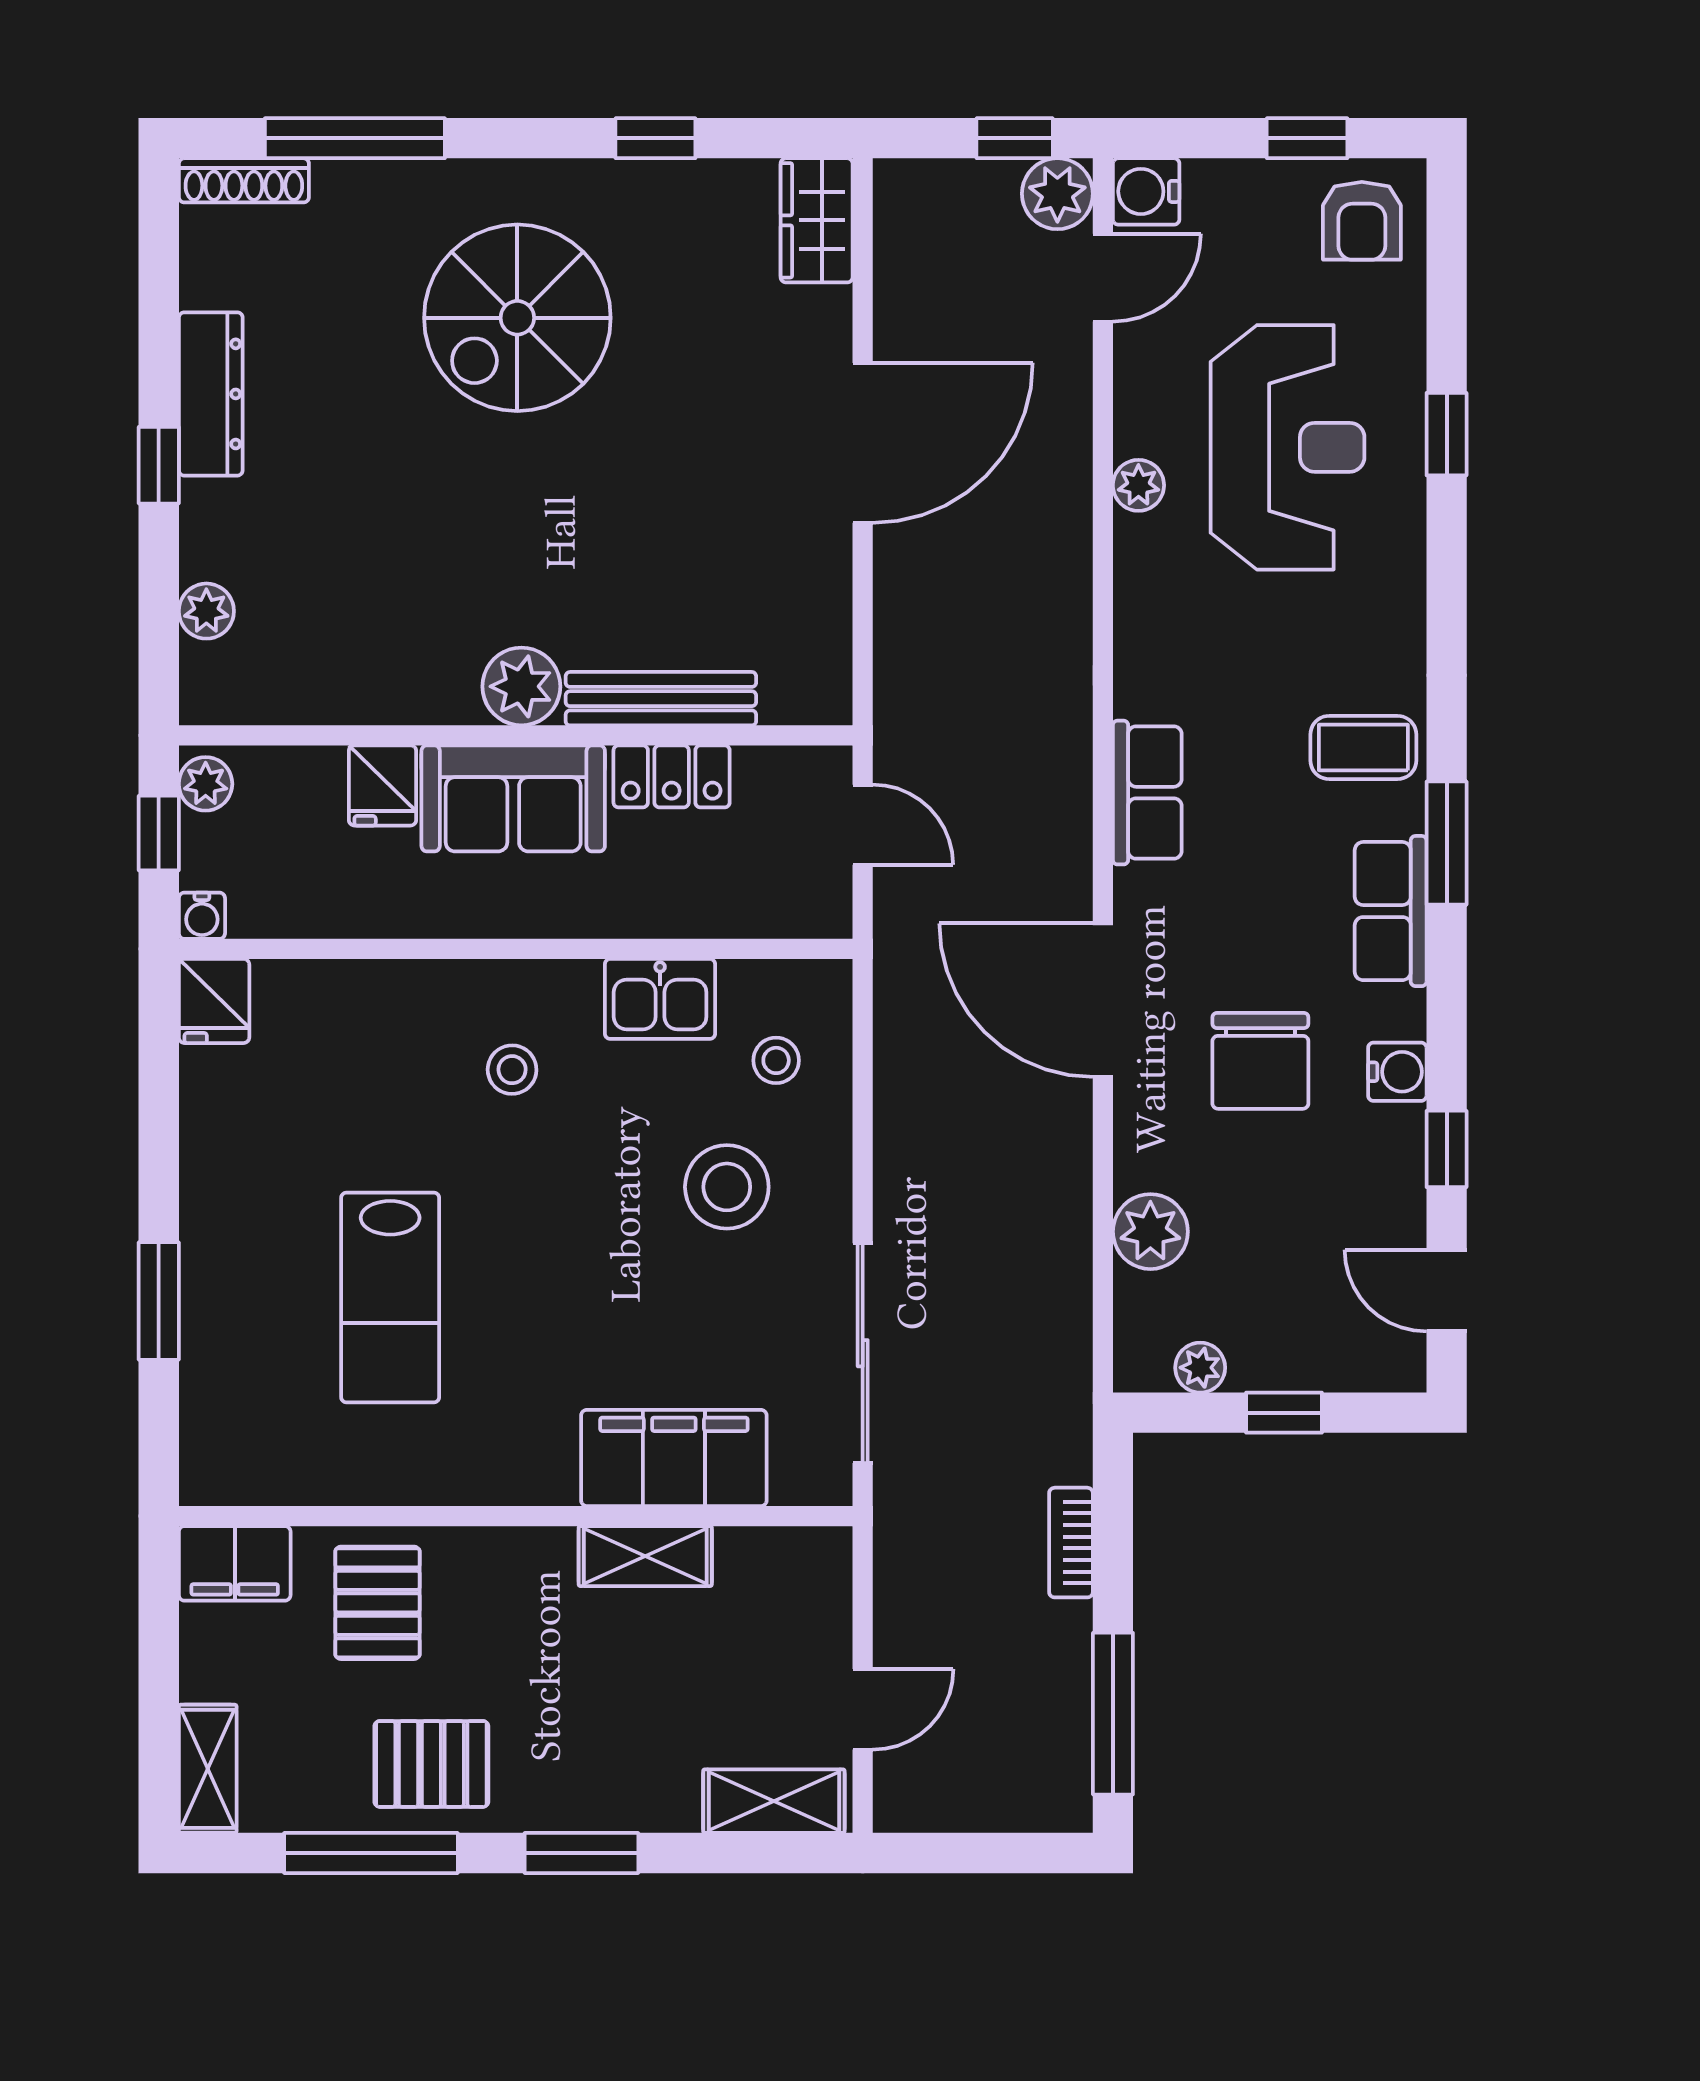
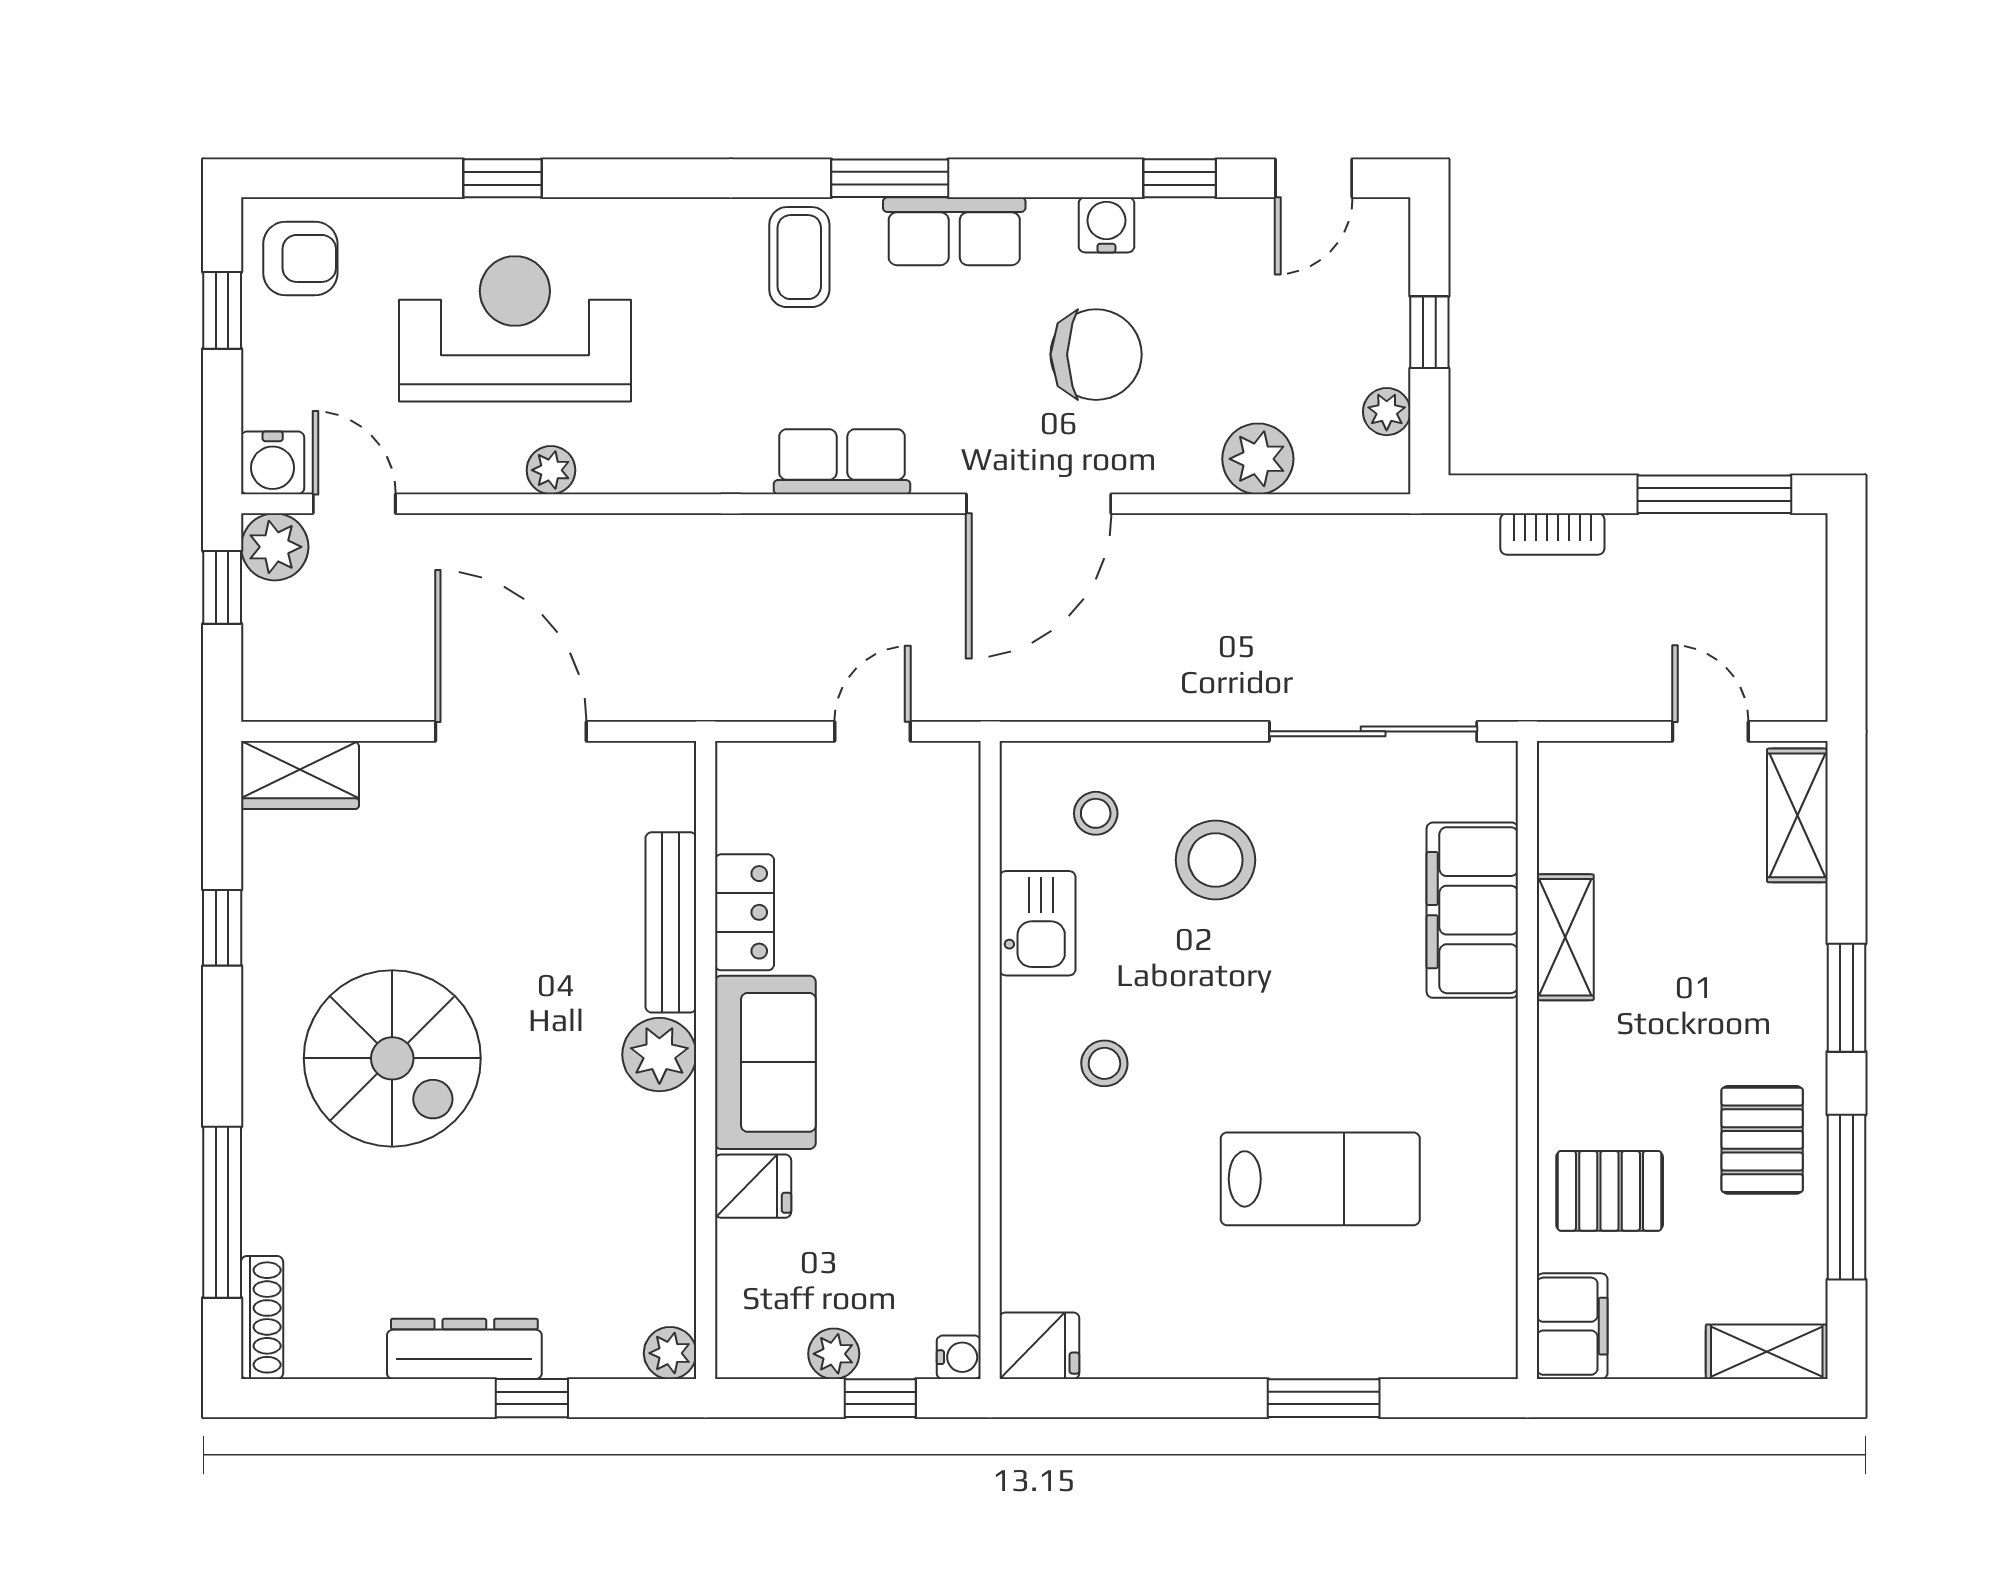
plant: (521, 686) -> (659, 1055), moved
bench: (661, 699) -> (671, 922), moved
wall: (516, 735) -> (706, 1060), moved
locker: (672, 776) -> (745, 912), moved
fridge: (382, 785) -> (753, 1186), moved
sofa: (513, 798) -> (765, 1062), moved

